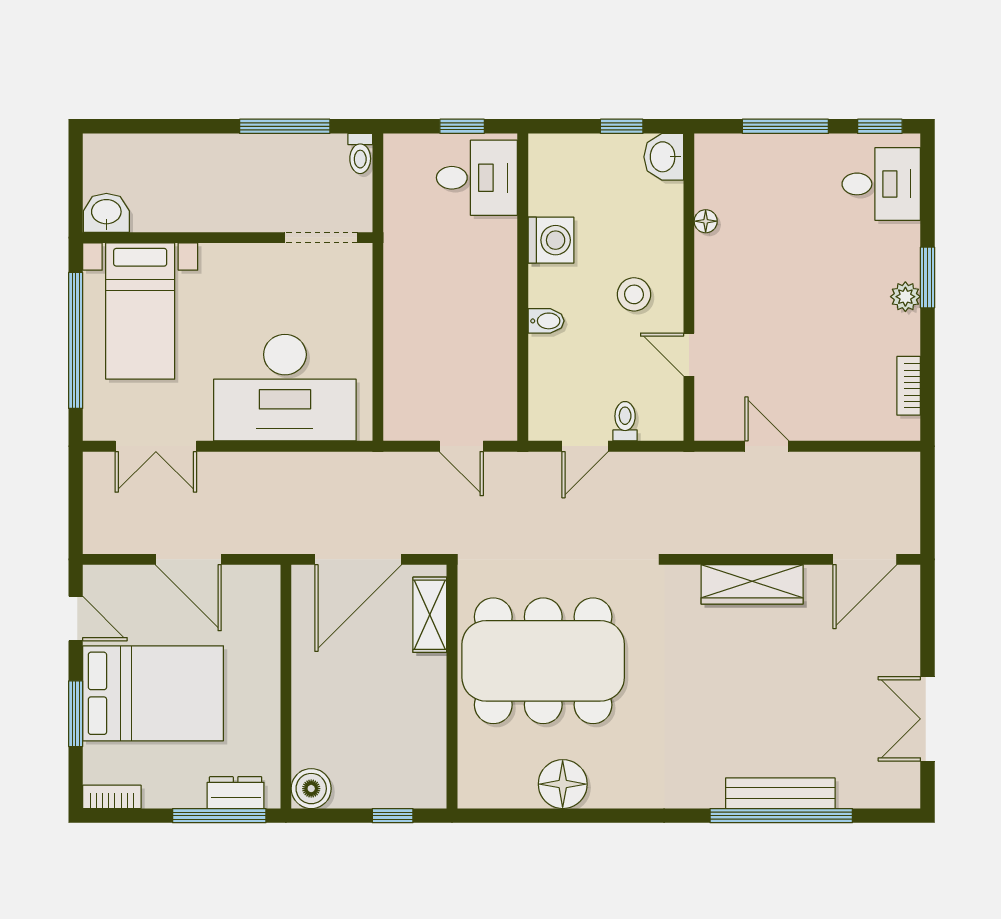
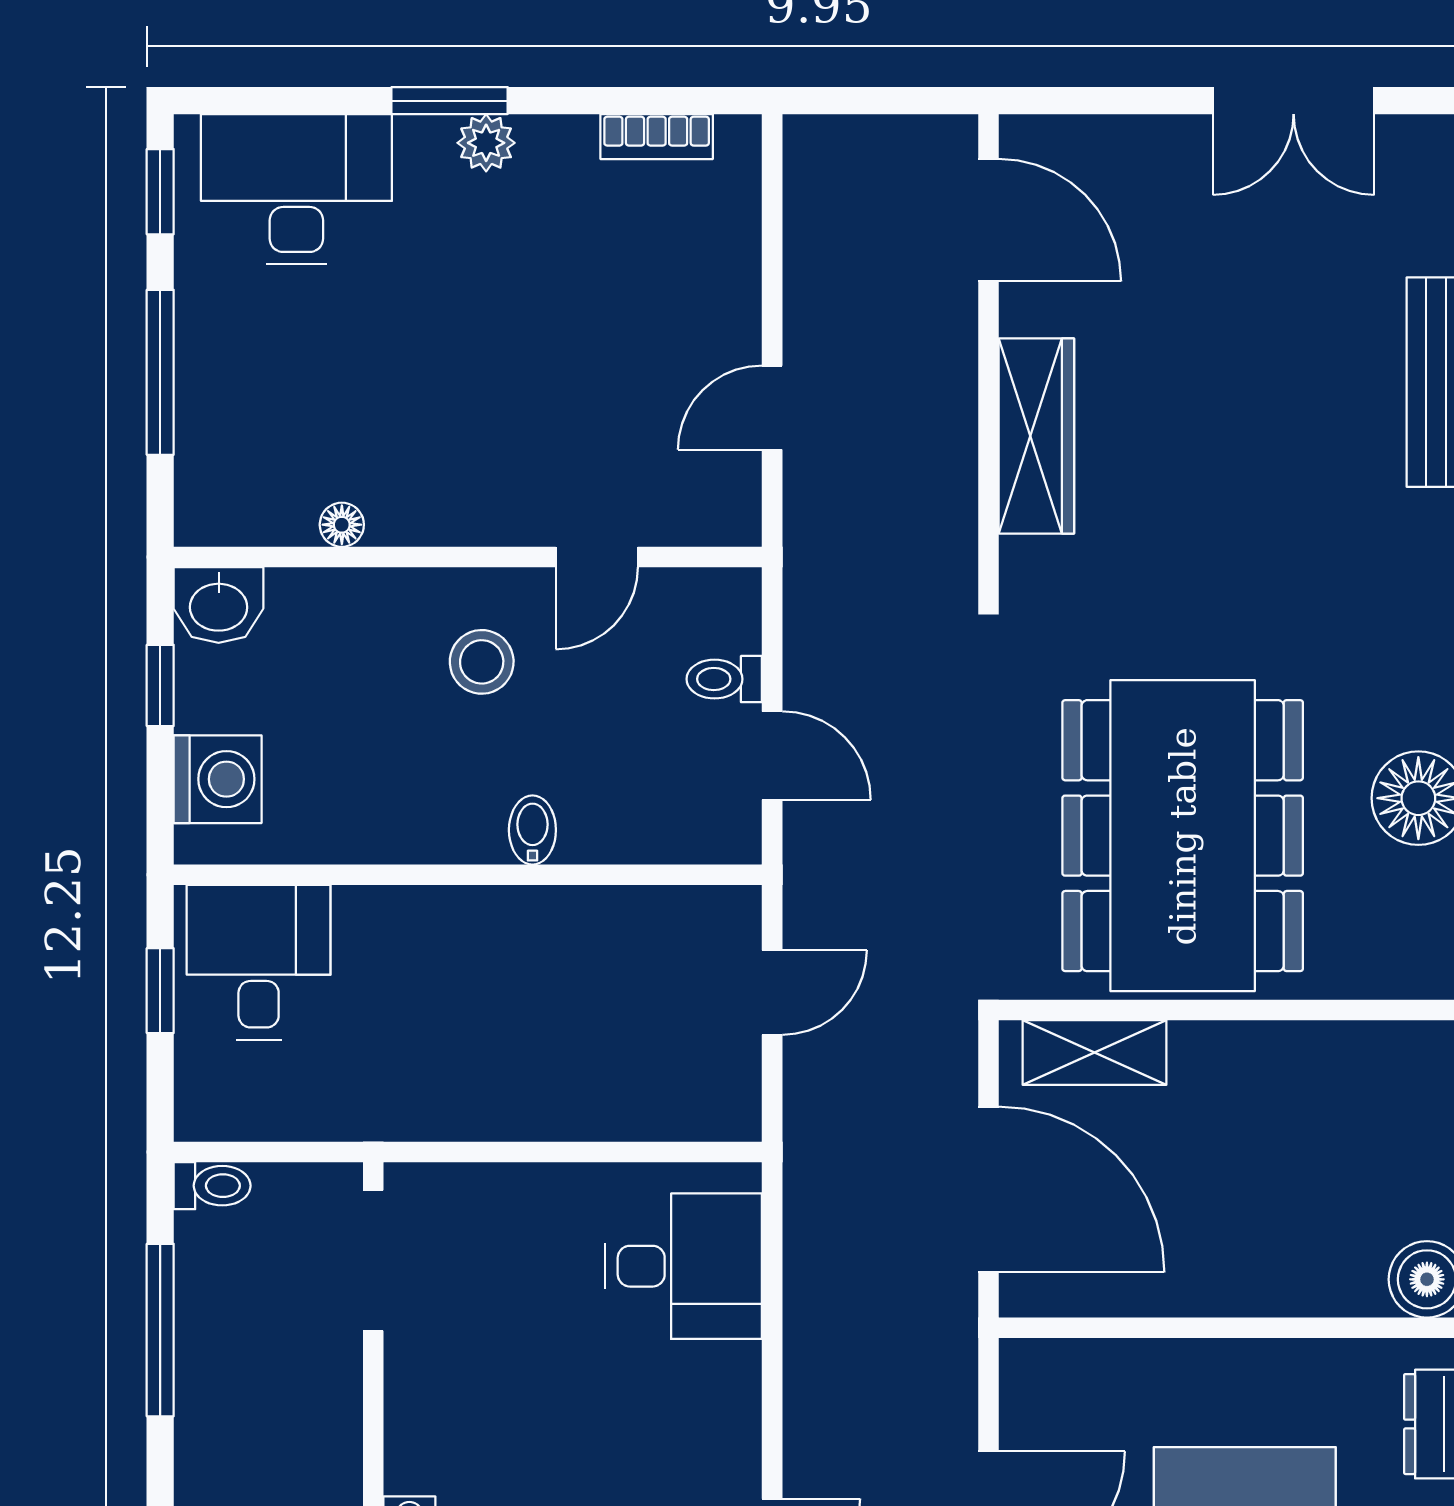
desk: (881, 184) -> (296, 189), width x1.37
washing machine: (551, 240) -> (218, 779), moved, turned 90
desk: (285, 388) -> (684, 1266), width x0.53, depth x0.77

